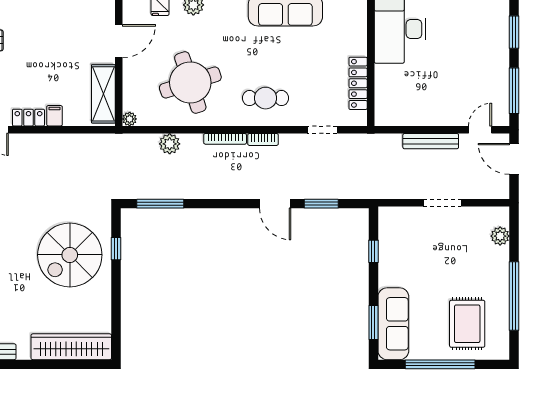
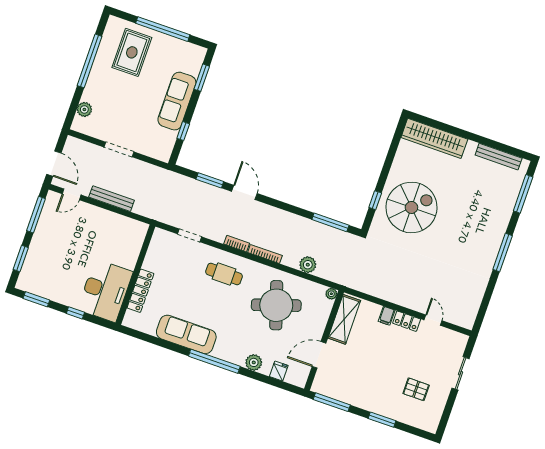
locker: (358, 83) -> (140, 291), moved
sofa: (393, 324) -> (177, 101), moved

